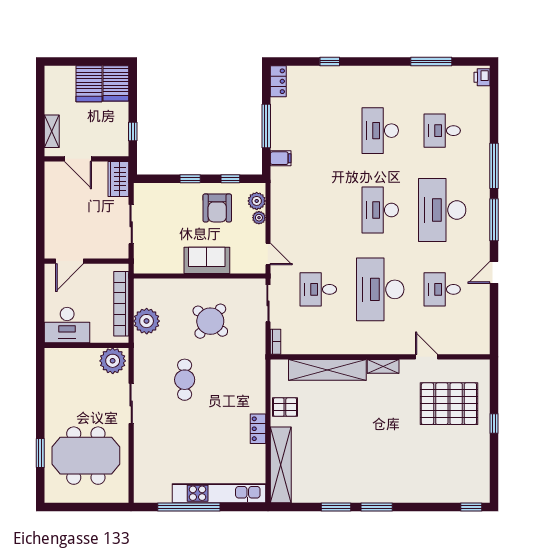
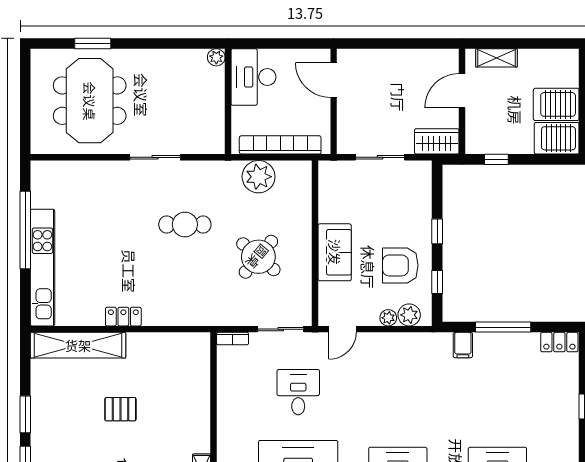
plant: (113, 361) -> (216, 57), moved, width x0.53, depth x0.53
shelving: (327, 370) -> (197, 404), removed
pallet: (285, 407) -> (120, 409), moved, turned 90

